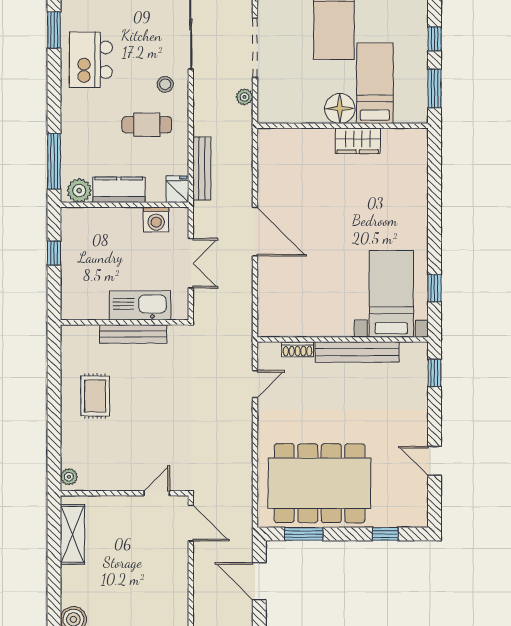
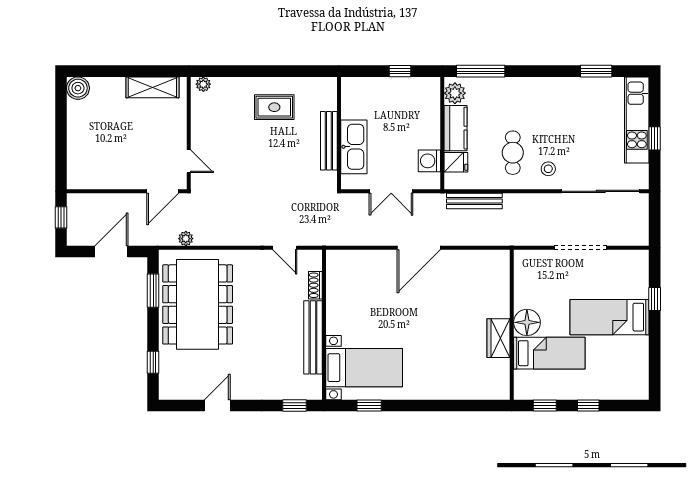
kitchen island: (91, 60) -> (570, 103), removed
window: (434, 88) -> (545, 406), width x0.67
plant: (244, 97) -> (186, 239), moved
fridge: (177, 189) -> (456, 162), moved

